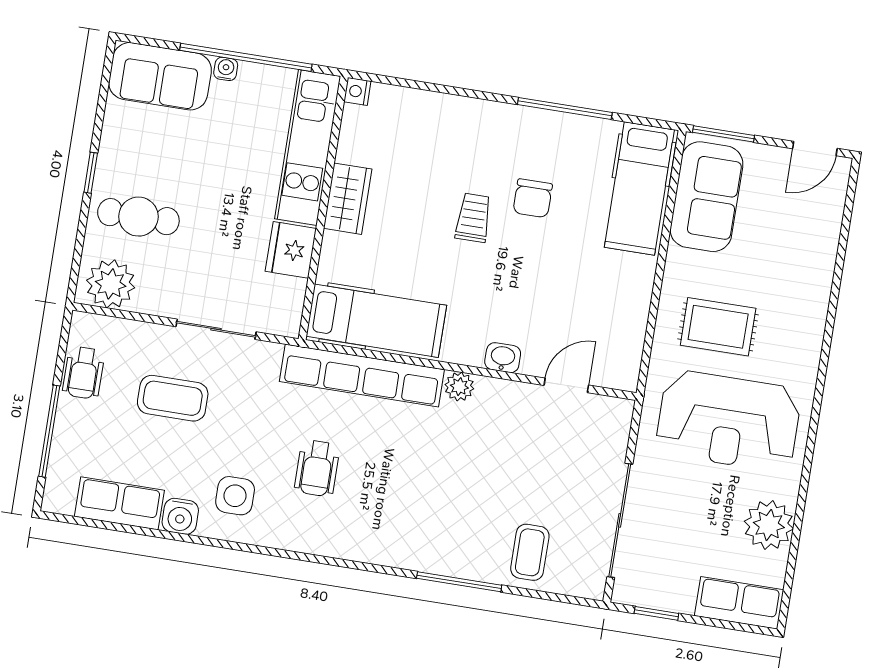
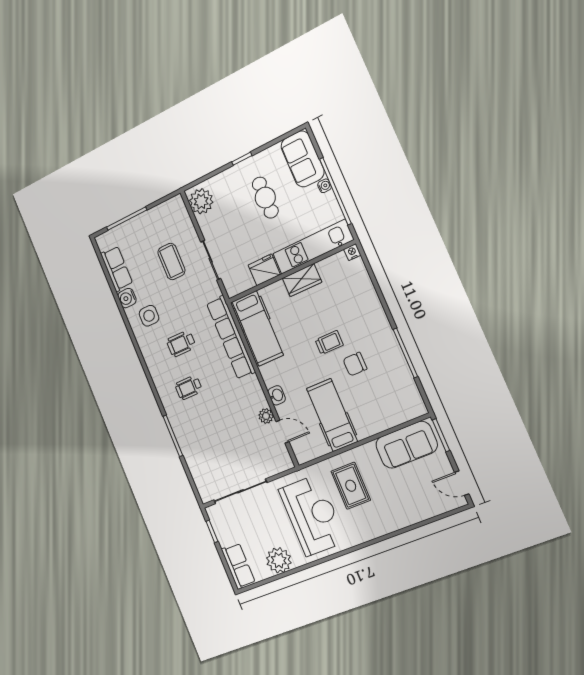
hospital bed: (639, 188) -> (332, 415), moved, turned 90
cafe table: (138, 217) -> (265, 198), moved
wheelchair: (84, 373) -> (189, 388), moved
plant: (459, 387) -> (266, 416), moved
reception desk: (728, 421) -> (312, 515), turned 180
coffee table: (530, 552) -> (203, 459), removed

